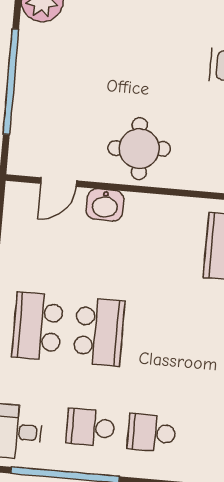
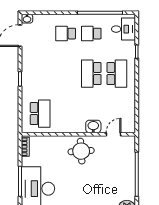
school desk: (90, 427) -> (91, 34), turned 180
school desk: (152, 433) -> (66, 34), turned 180

